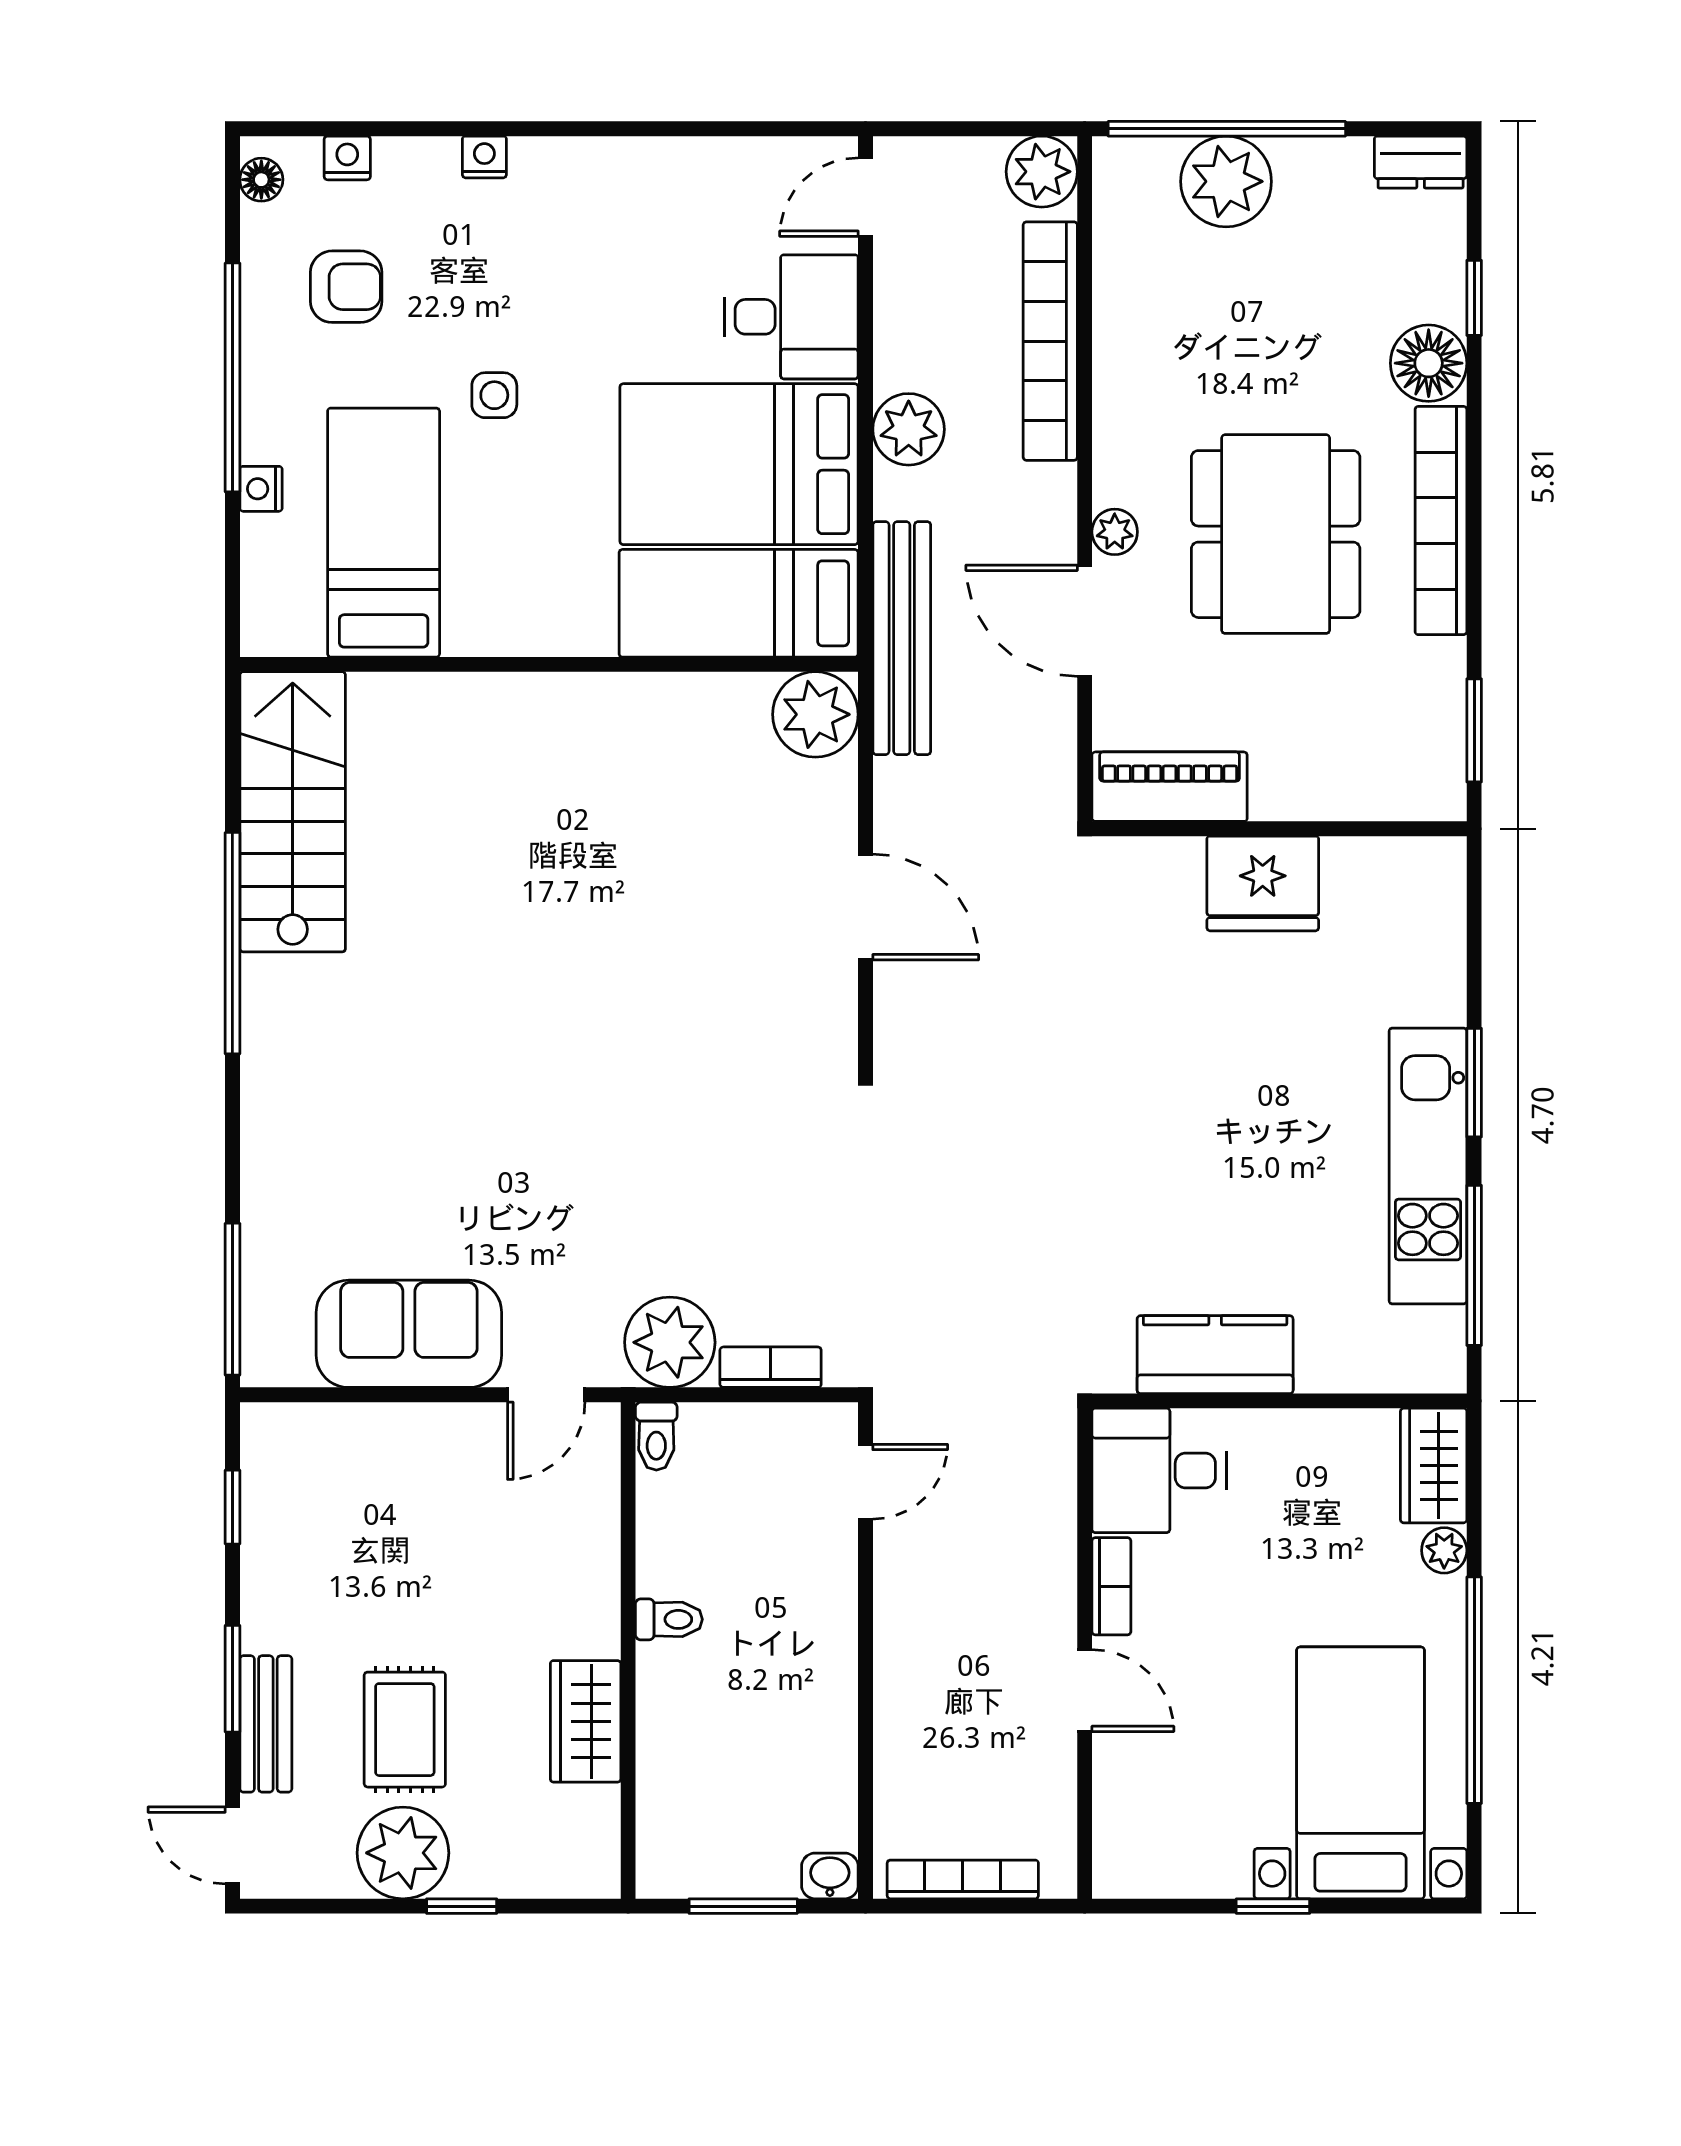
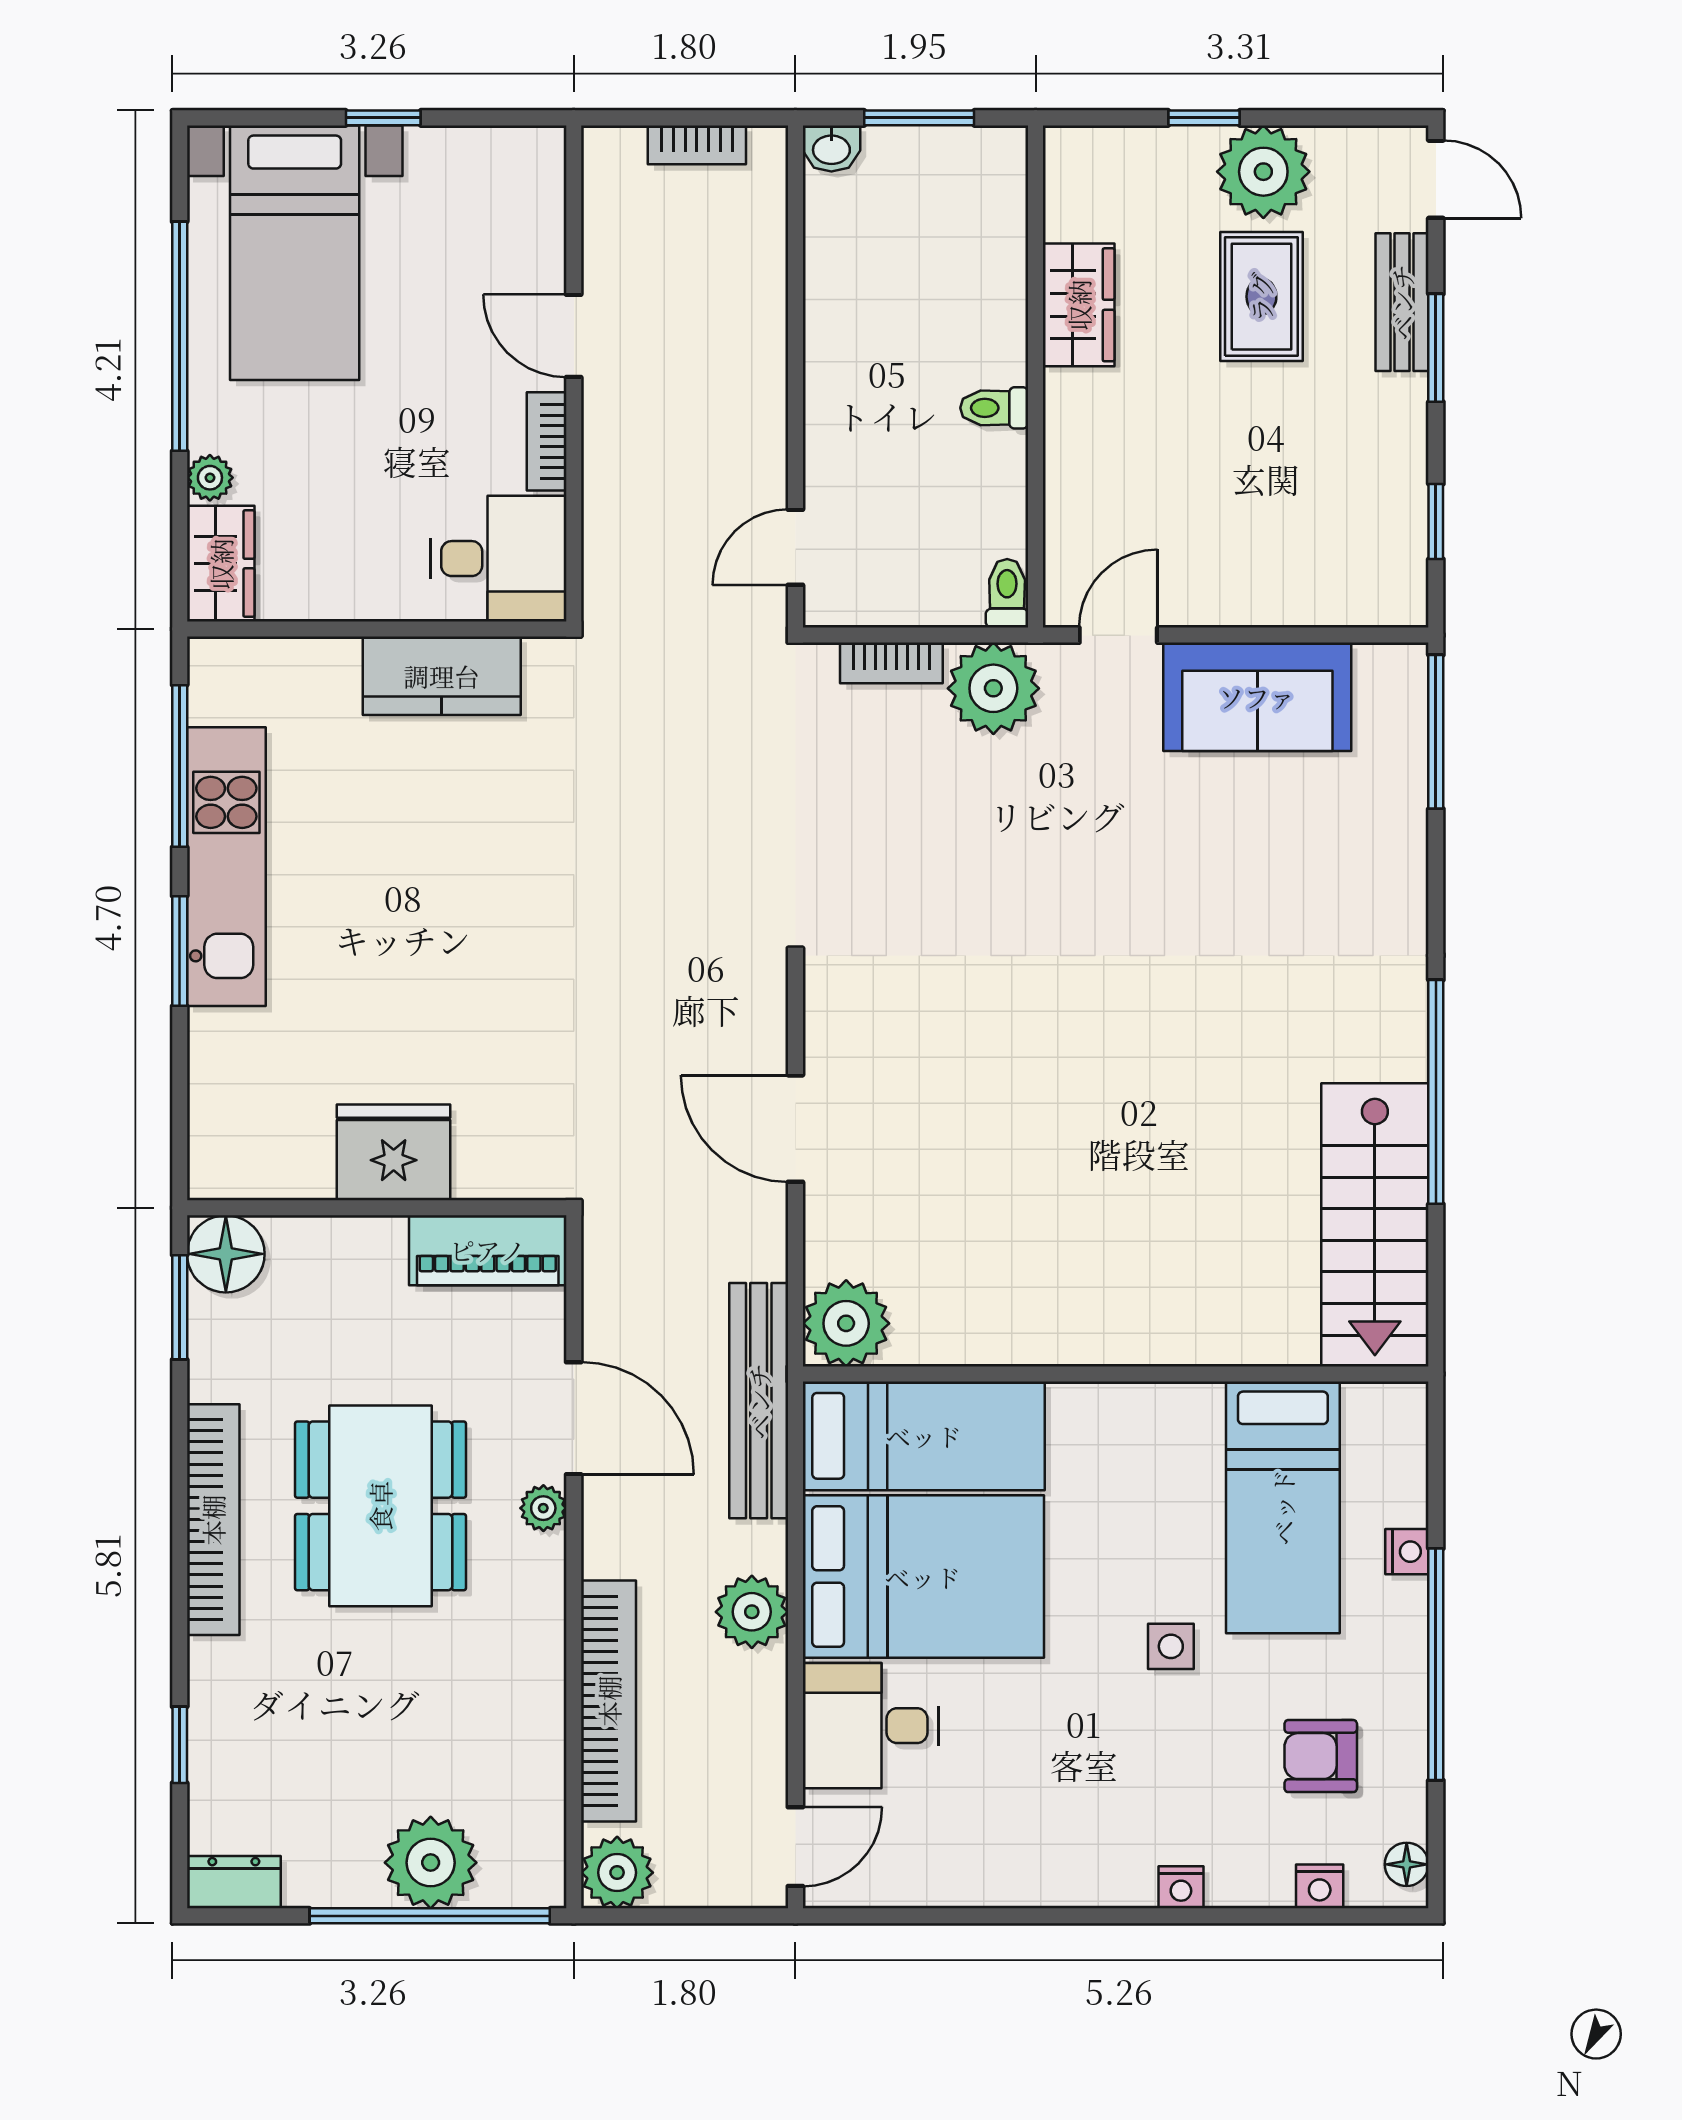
floor lamp: (1429, 363) -> (226, 1254), moved
bookcase: (963, 1879) -> (697, 145), width x0.64

